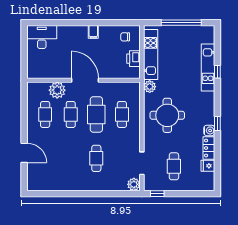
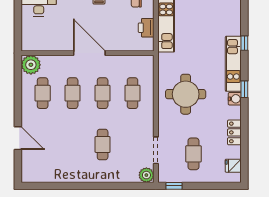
kitchen unit: (208, 67) -> (233, 64), moved
plant: (150, 87) -> (165, 60), removed
plant: (57, 90) -> (31, 65), moved
cafe table: (96, 114) -> (103, 93), width x0.73, depth x0.74
window: (217, 124) -> (244, 89), moved
water cooler: (209, 130) -> (235, 99), moved
fridge: (208, 166) -> (233, 166), moved

